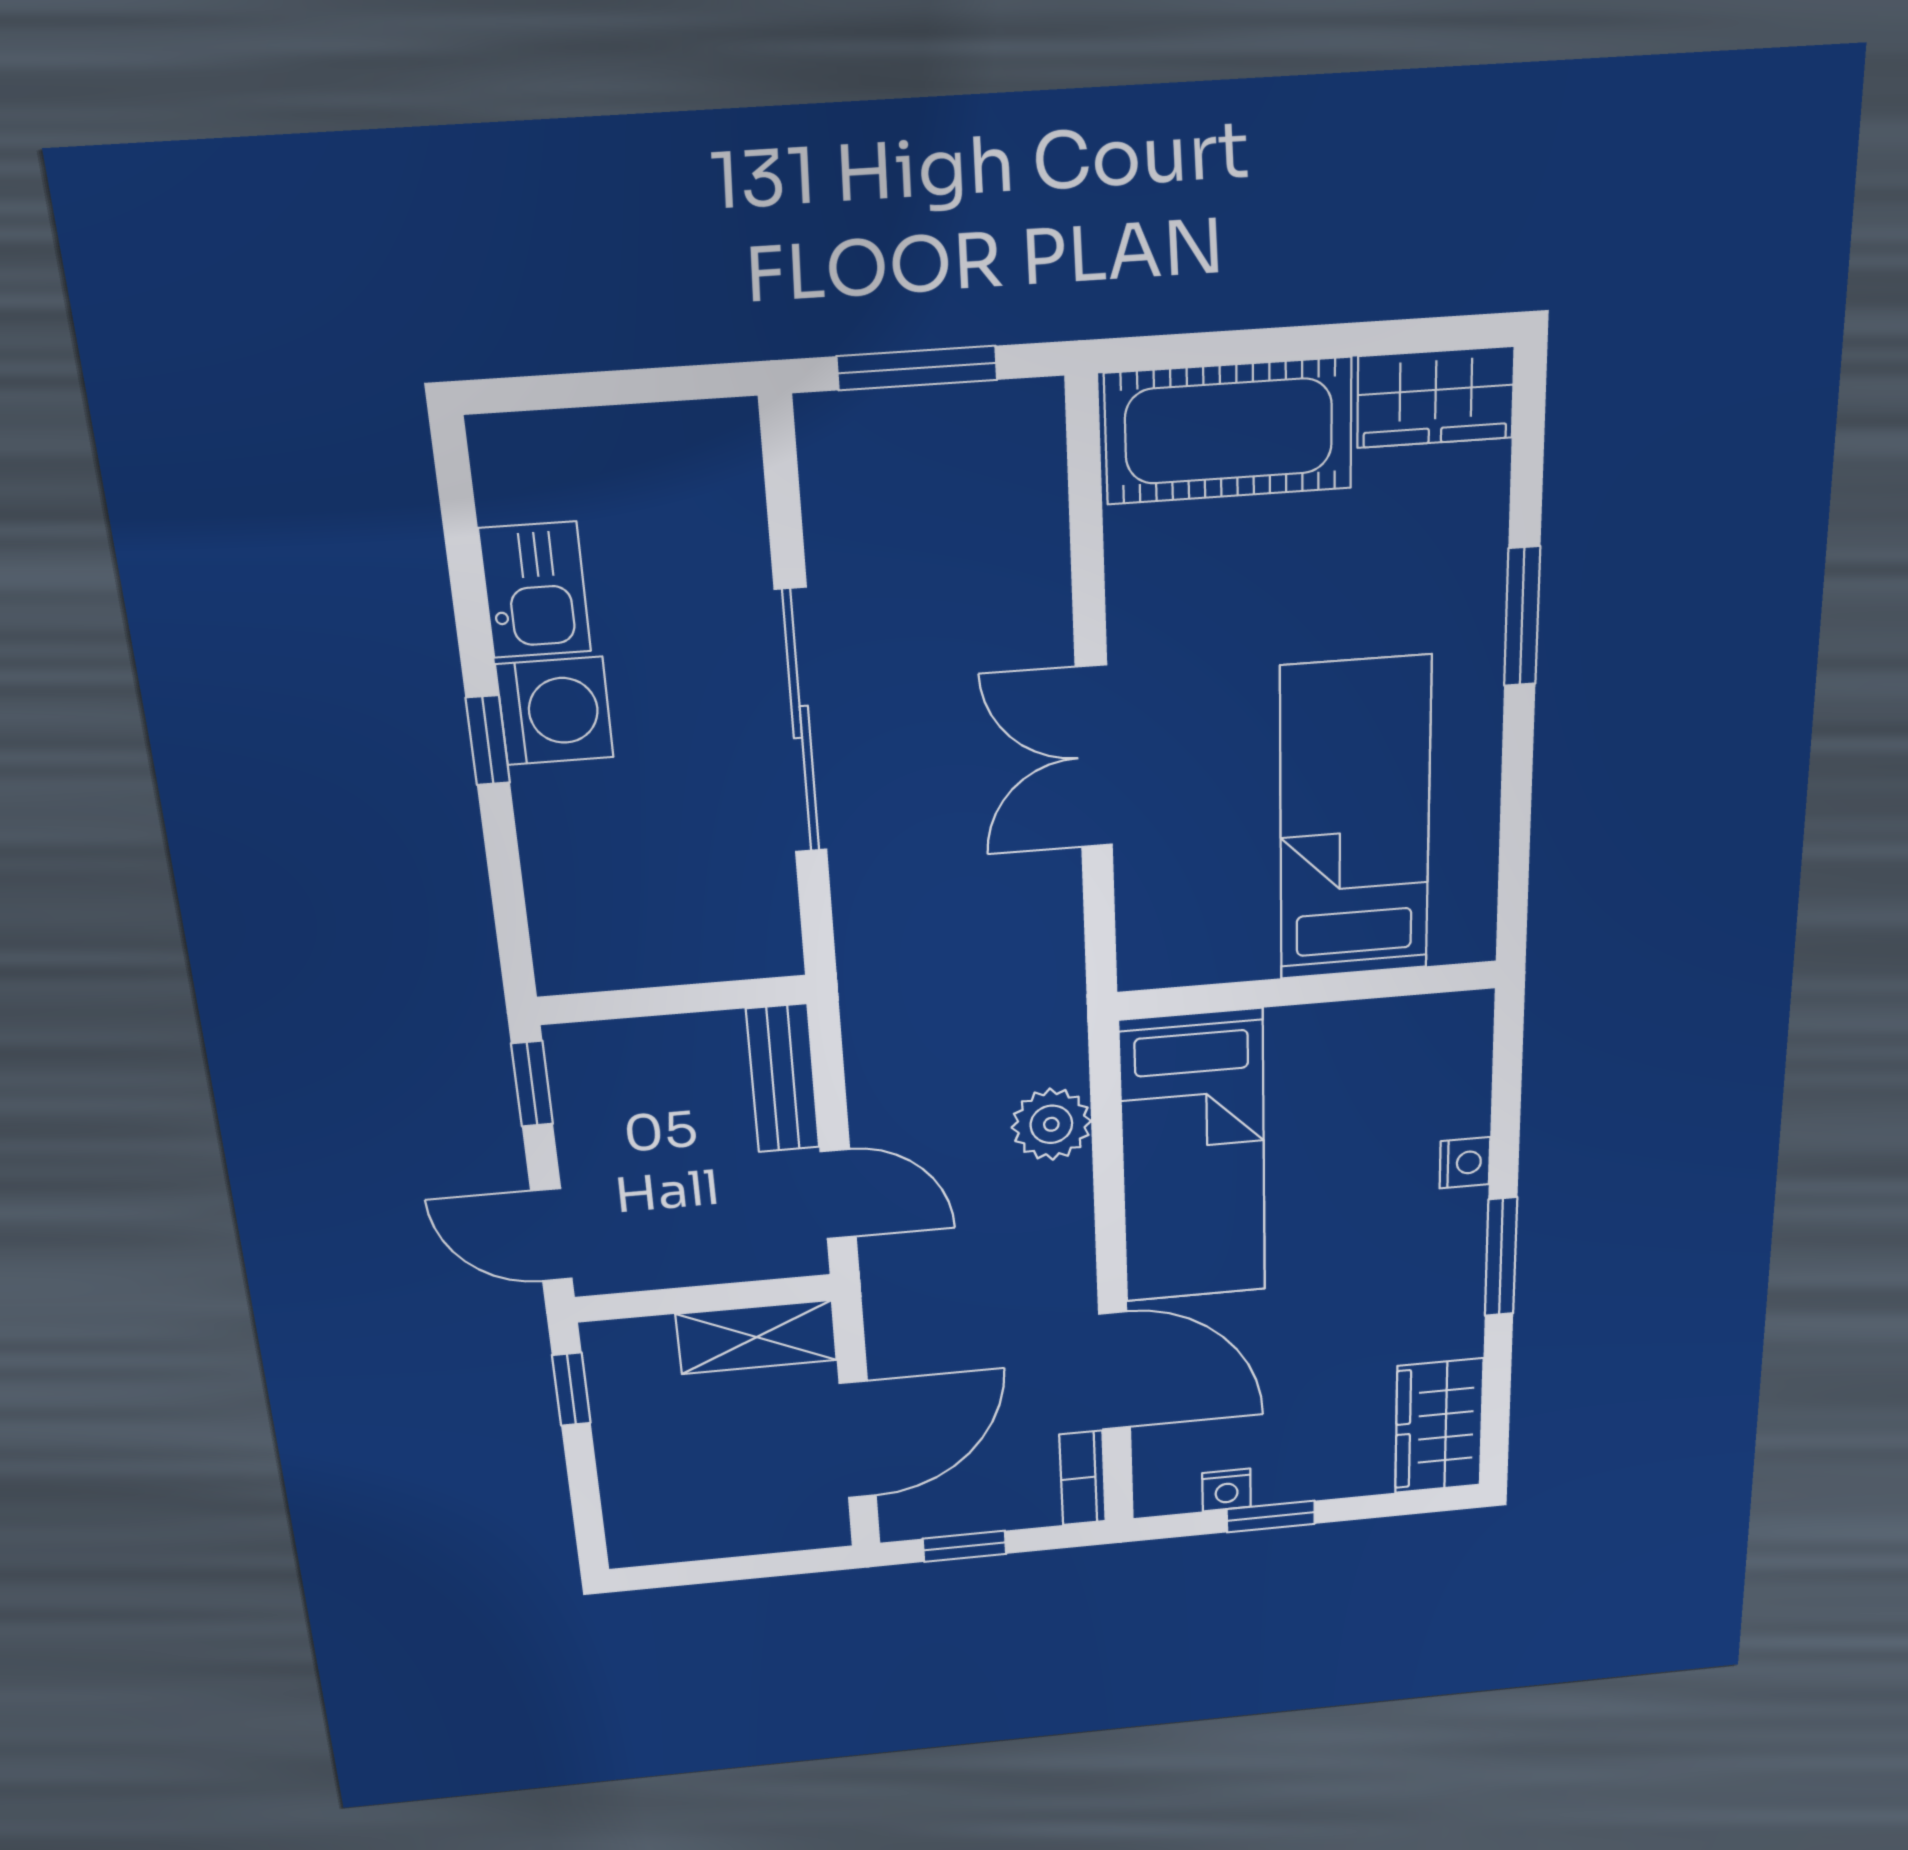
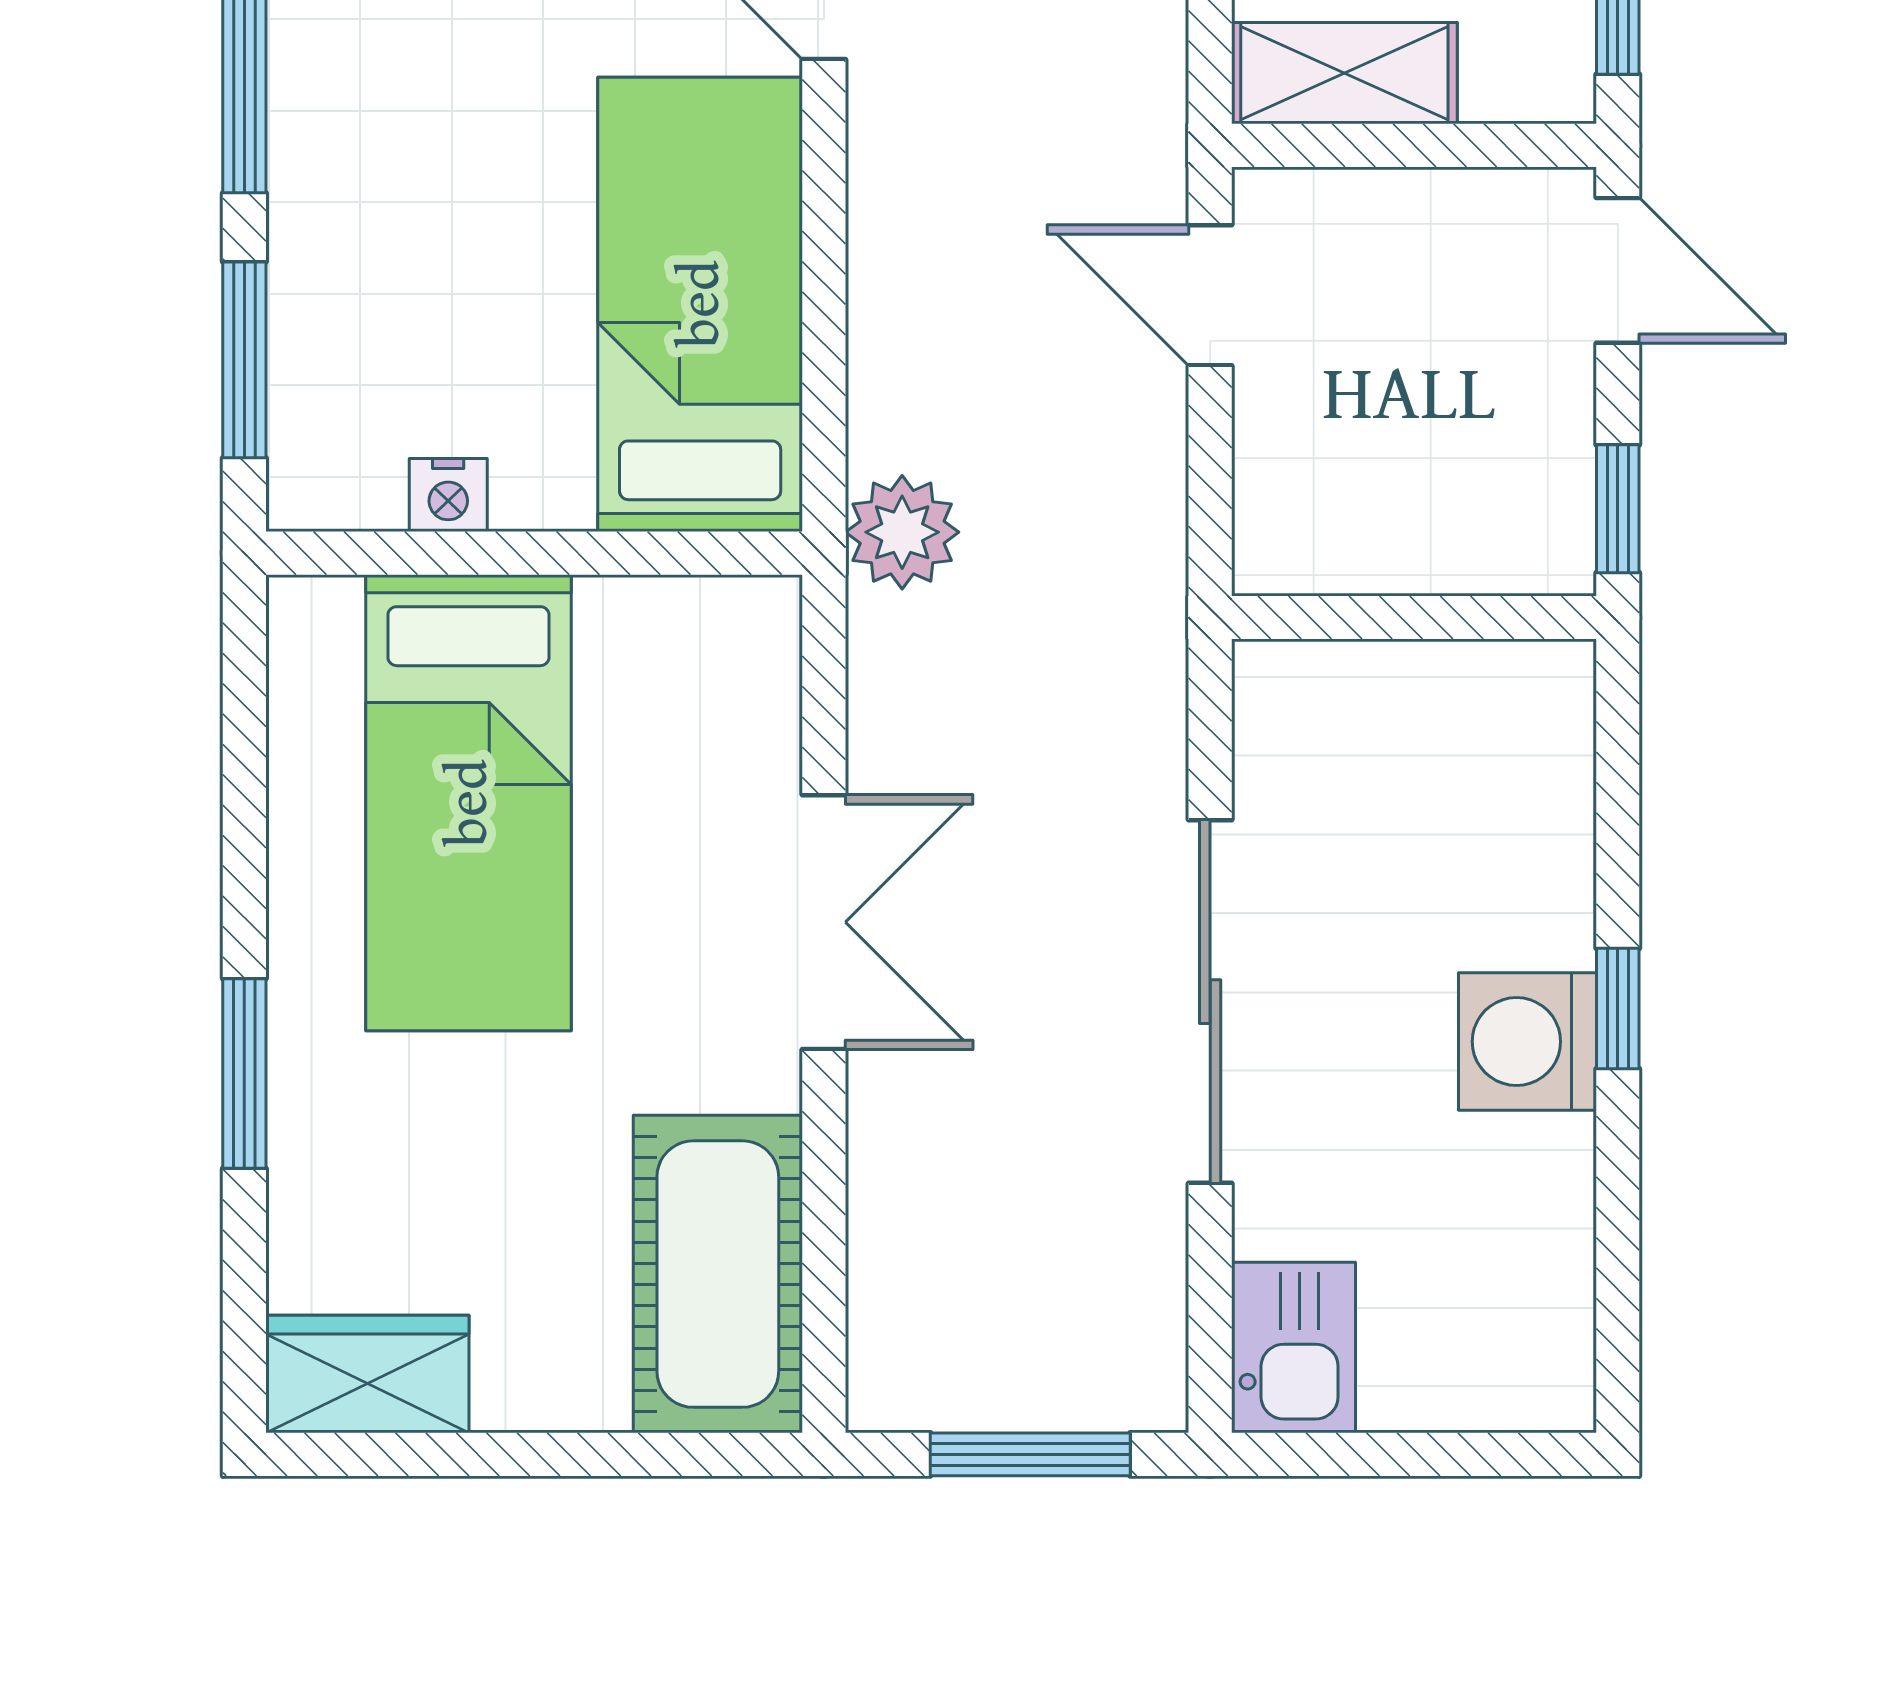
cot: (1229, 431) -> (718, 1274), moved, turned 90
kitchen sink: (535, 590) -> (1293, 1348), moved, turned 180
bench: (783, 1078) -> (1274, 485), removed
window: (1506, 1096) -> (244, 360), added
plant: (1051, 1124) -> (902, 532), moved
nightstand: (1465, 1163) -> (448, 495), moved, turned -90

